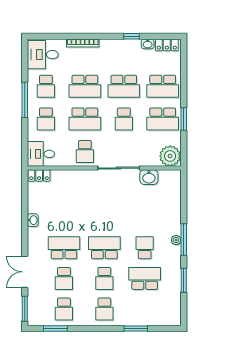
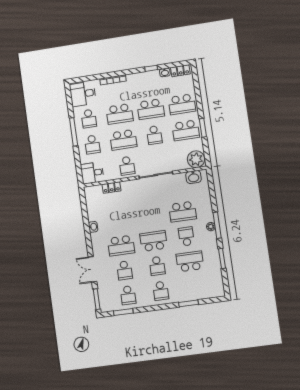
locker: (39, 175) -> (112, 188), moved
washbasin: (149, 177) -> (194, 177), moved
school desk: (145, 217) -> (183, 212), added
school desk: (64, 248) -> (121, 246), turned 180

